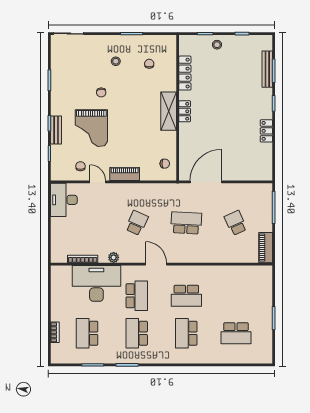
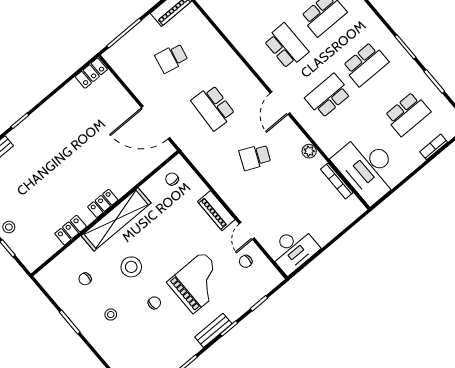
locker: (185, 73) -> (71, 230), width x0.66
stool: (134, 97) -> (131, 267), added
shelving: (169, 111) -> (116, 219), width x1.47
bench: (56, 130) -> (213, 330), moved
locker: (266, 131) -> (91, 73), moved
school desk: (236, 223) -> (172, 58), turned 36
desk: (96, 283) -> (368, 168), moved

